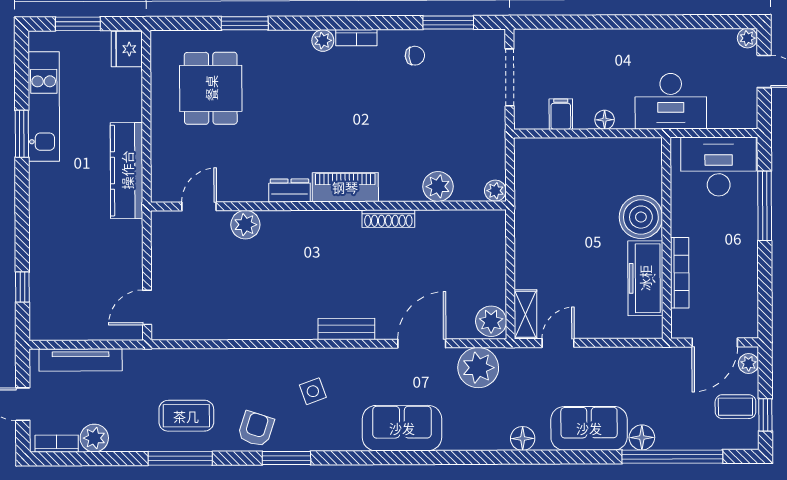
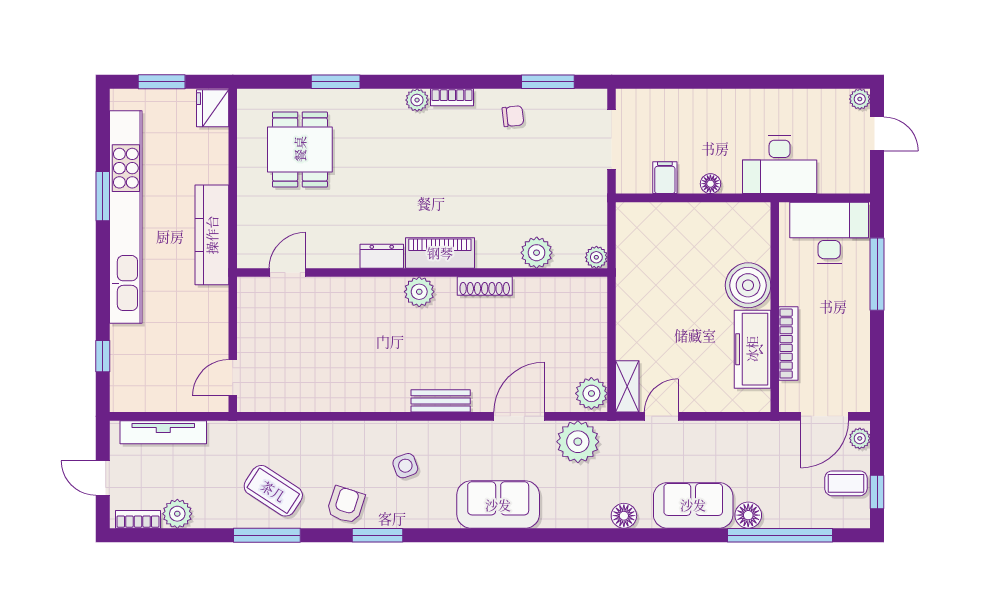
kitchen unit: (44, 107) -> (126, 217), width x1.86
plant: (245, 225) -> (419, 292), moved
coffee table: (186, 416) -> (273, 491), turned 33

